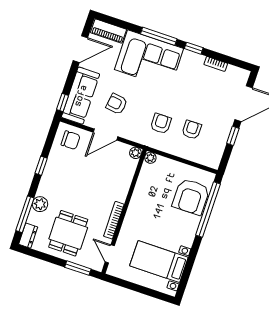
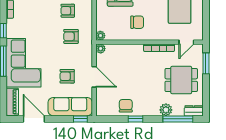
armchair: (117, 104) -> (67, 76), turned 82
chair: (71, 140) -> (126, 106), moved
chair: (152, 205) -> (137, 22), added

